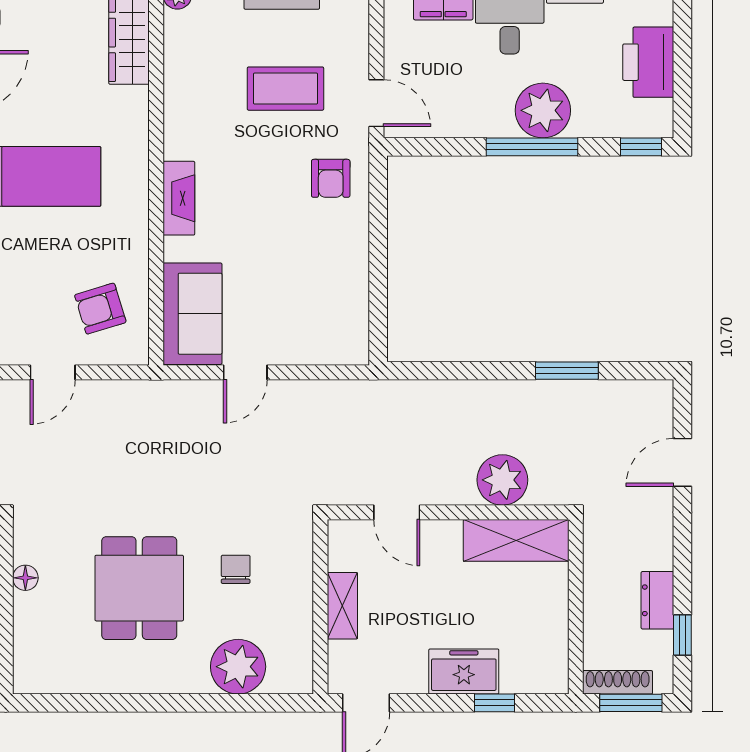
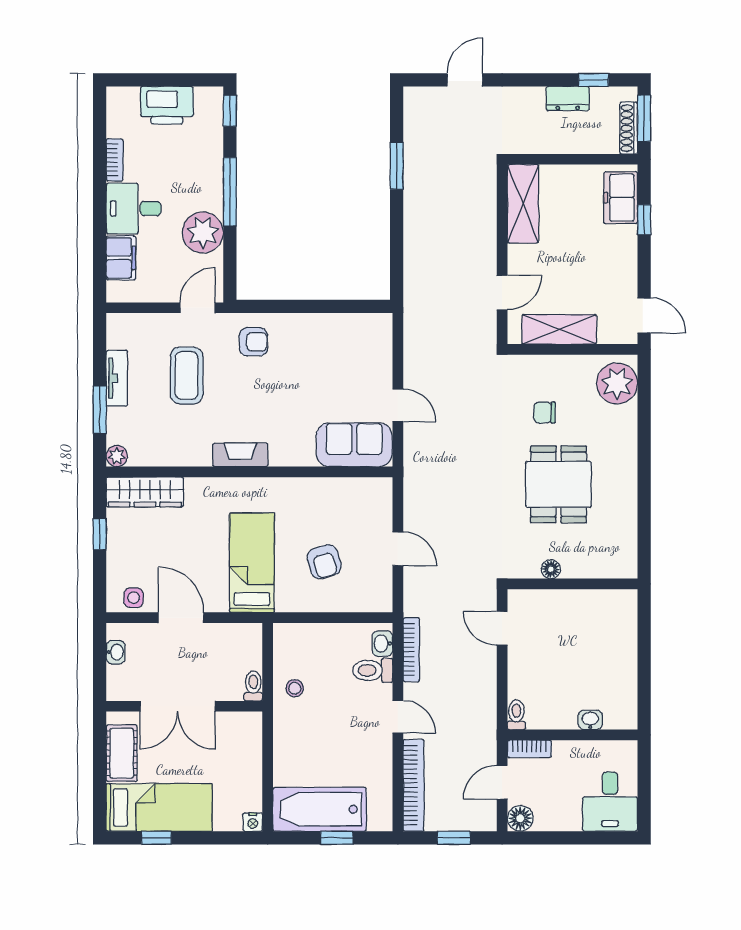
plant: (543, 110) -> (203, 232), moved
fireplace: (179, 198) -> (240, 455), moved
armchair: (100, 309) -> (324, 562), moved
door: (682, 462) -> (465, 80), swing flipped
plant: (502, 480) -> (478, 214), removed
dining table: (139, 588) -> (559, 484), turned 90
shelving: (342, 606) -> (559, 329), width x1.50, depth x1.33
plant: (238, 667) -> (617, 383), moved
freezer: (464, 671) -> (621, 198), moved

